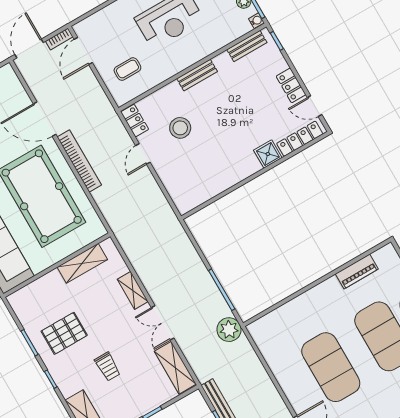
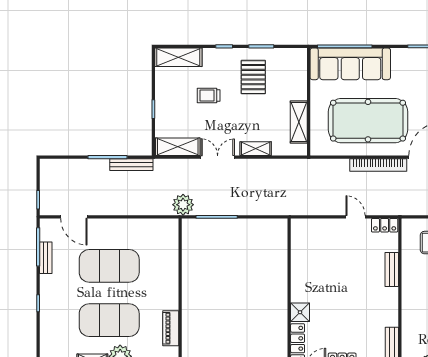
bench: (197, 75) -> (392, 270), moved
stool: (180, 128) -> (359, 257), removed

